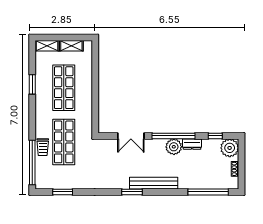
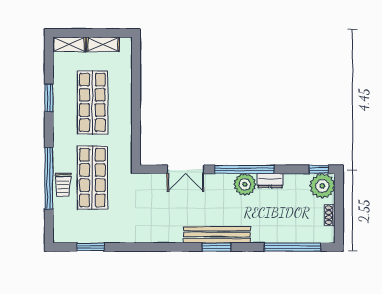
window: (215, 136) -> (319, 169), moved
window: (32, 163) -> (49, 178), moved
window: (132, 192) -> (217, 247), moved

